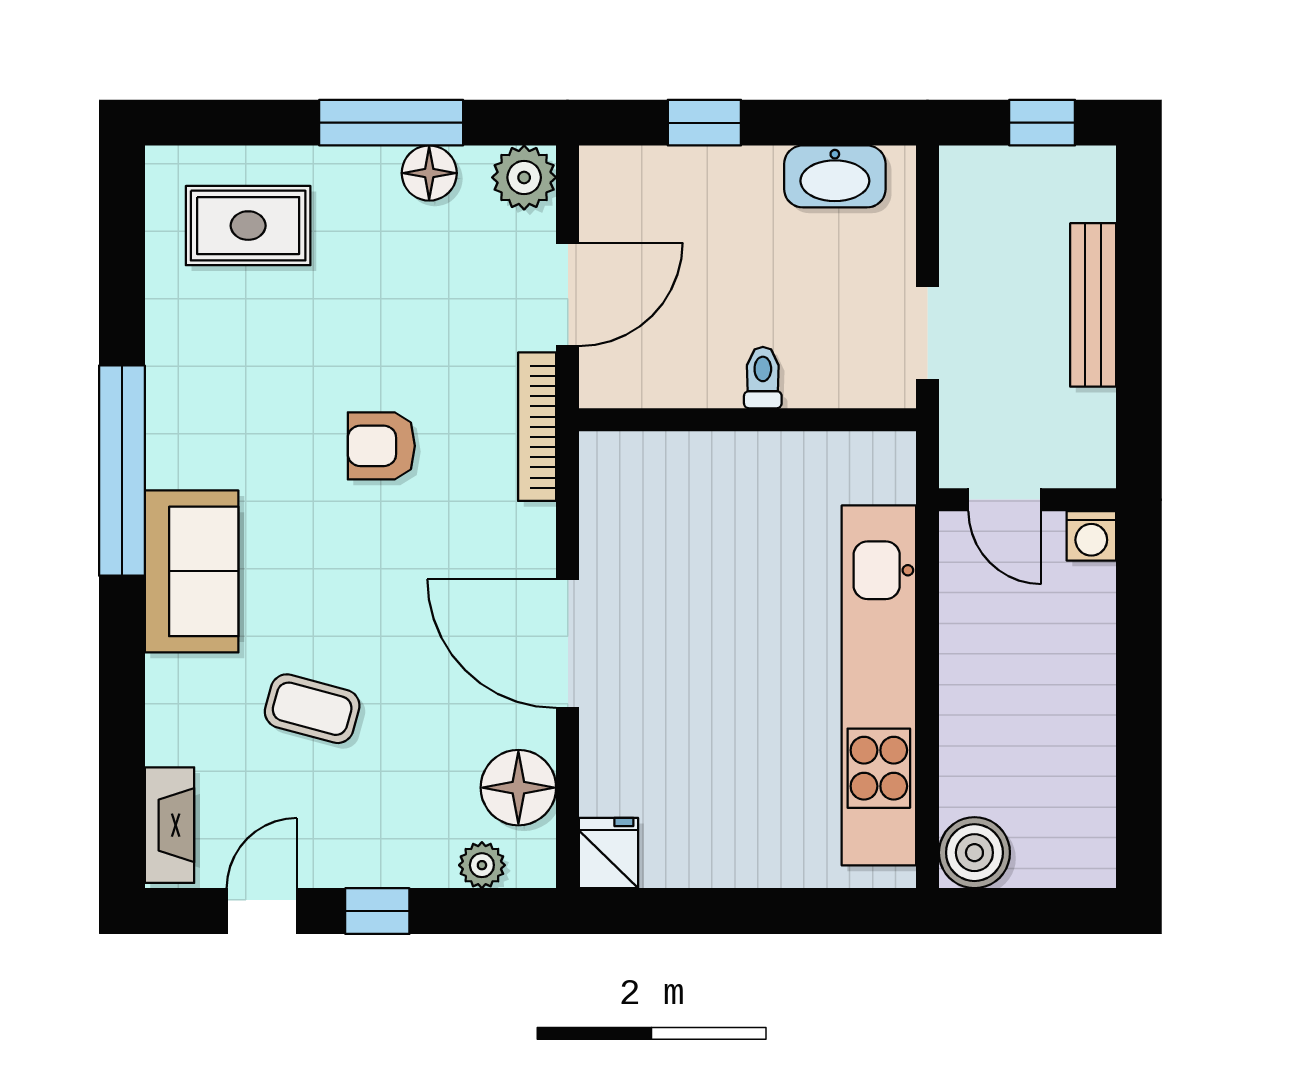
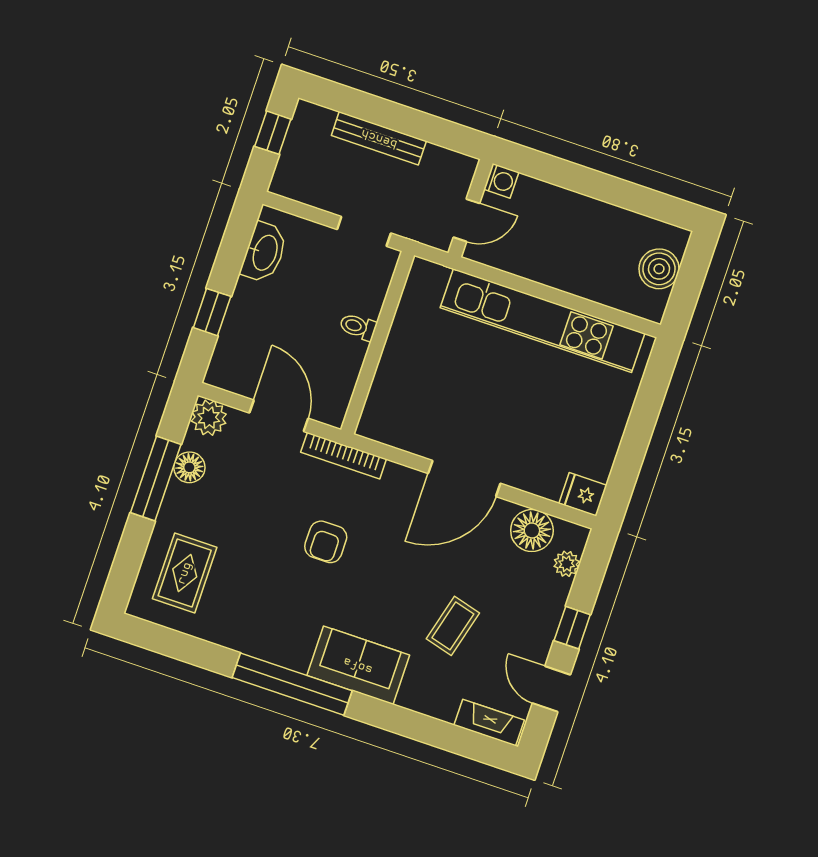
boiler: (974, 853) -> (659, 269), moved

